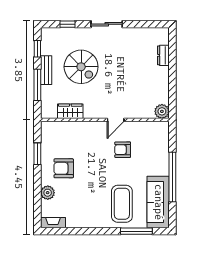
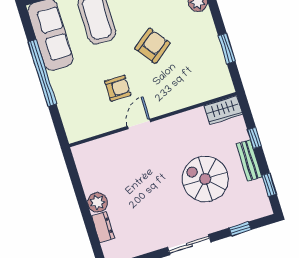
window: (37, 85) -> (255, 138), width x0.46
wardrobe: (70, 111) -> (223, 110), moved
plant: (162, 111) -> (97, 202), moved
armchair: (64, 168) -> (152, 46), moved, turned -37

